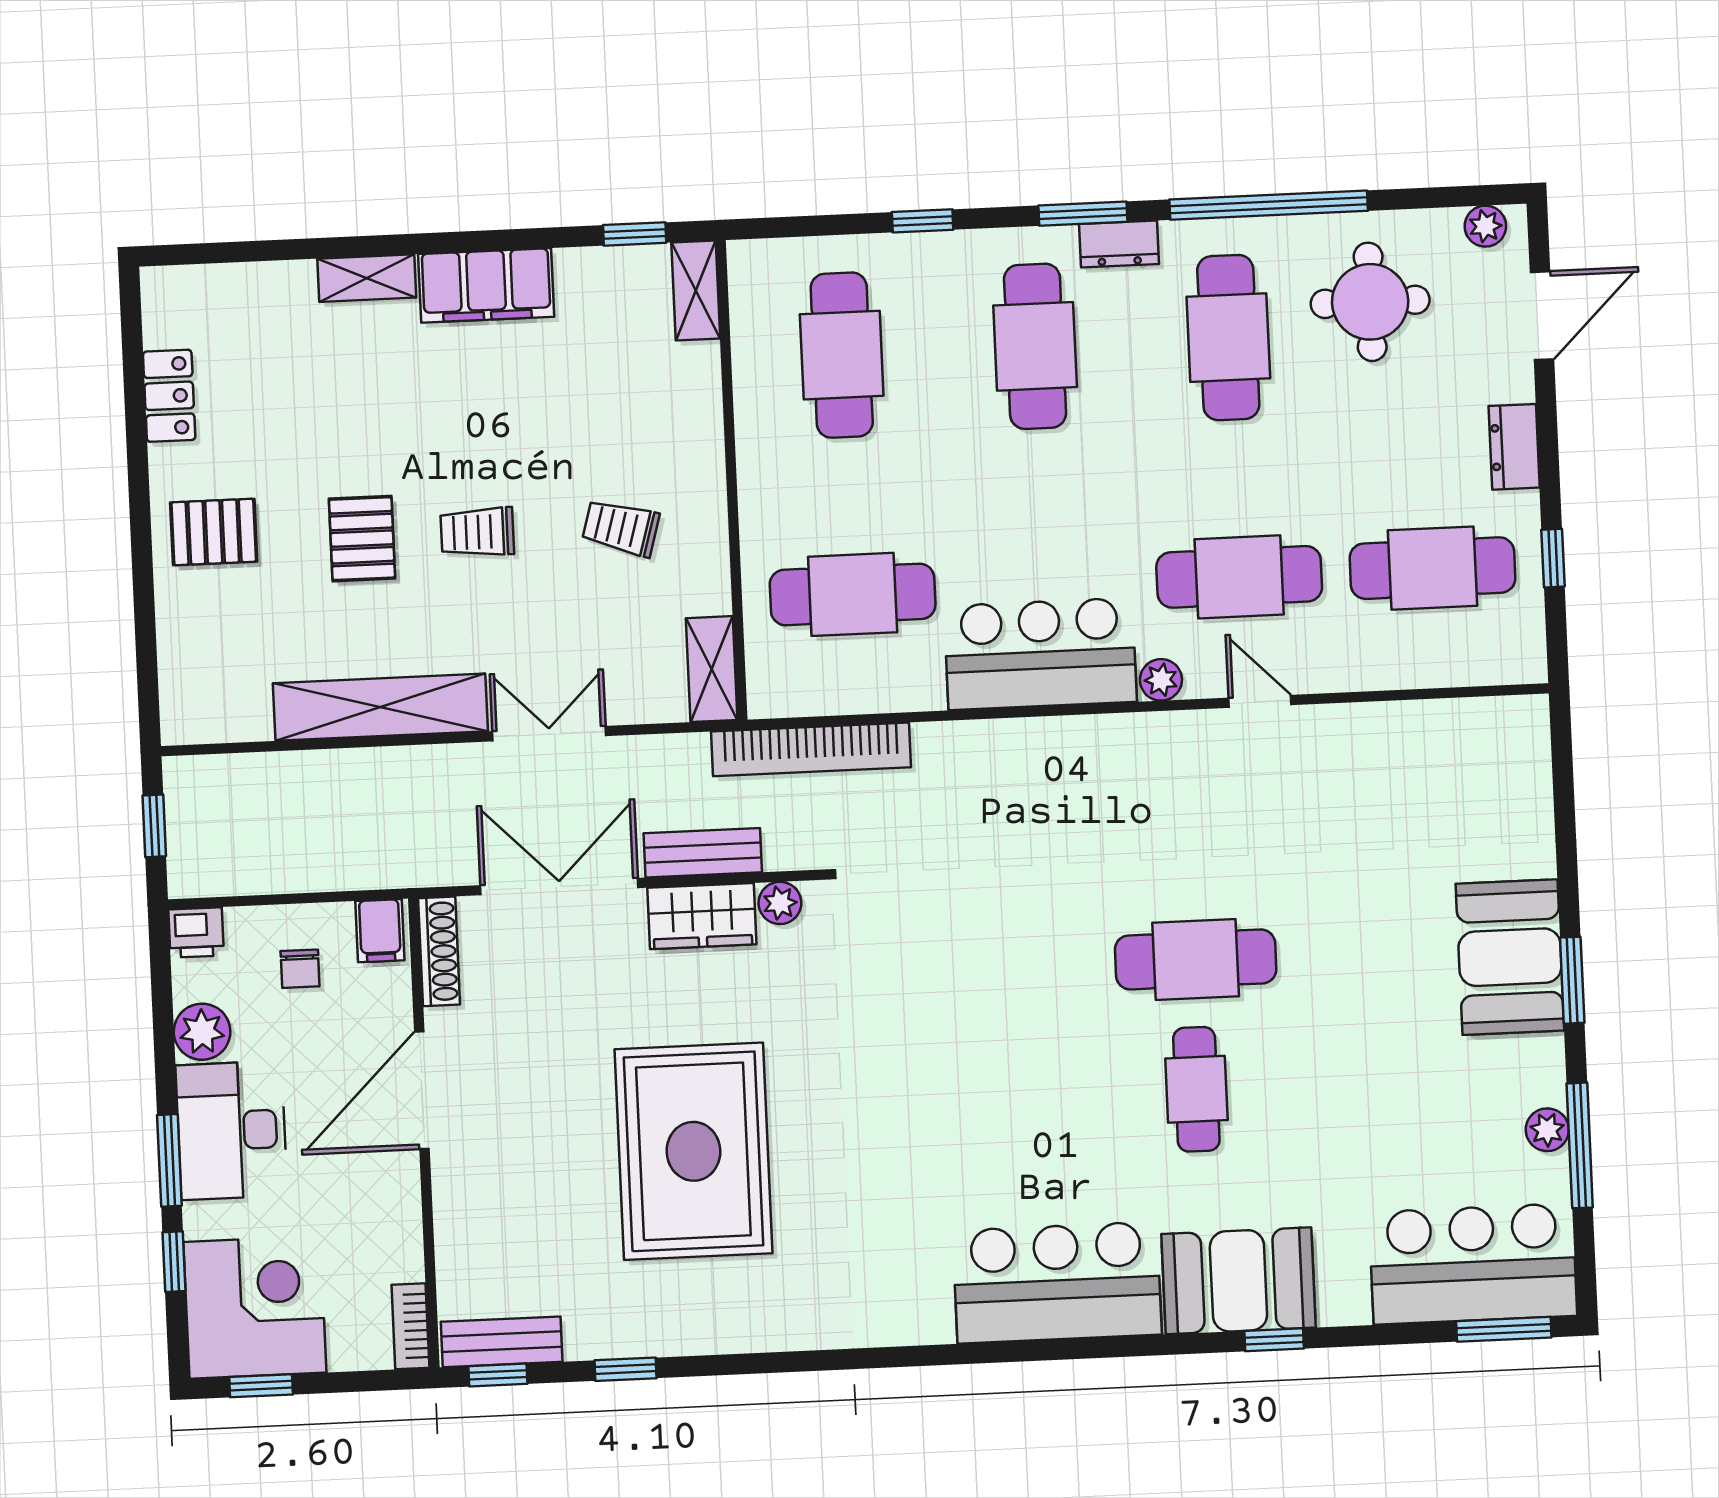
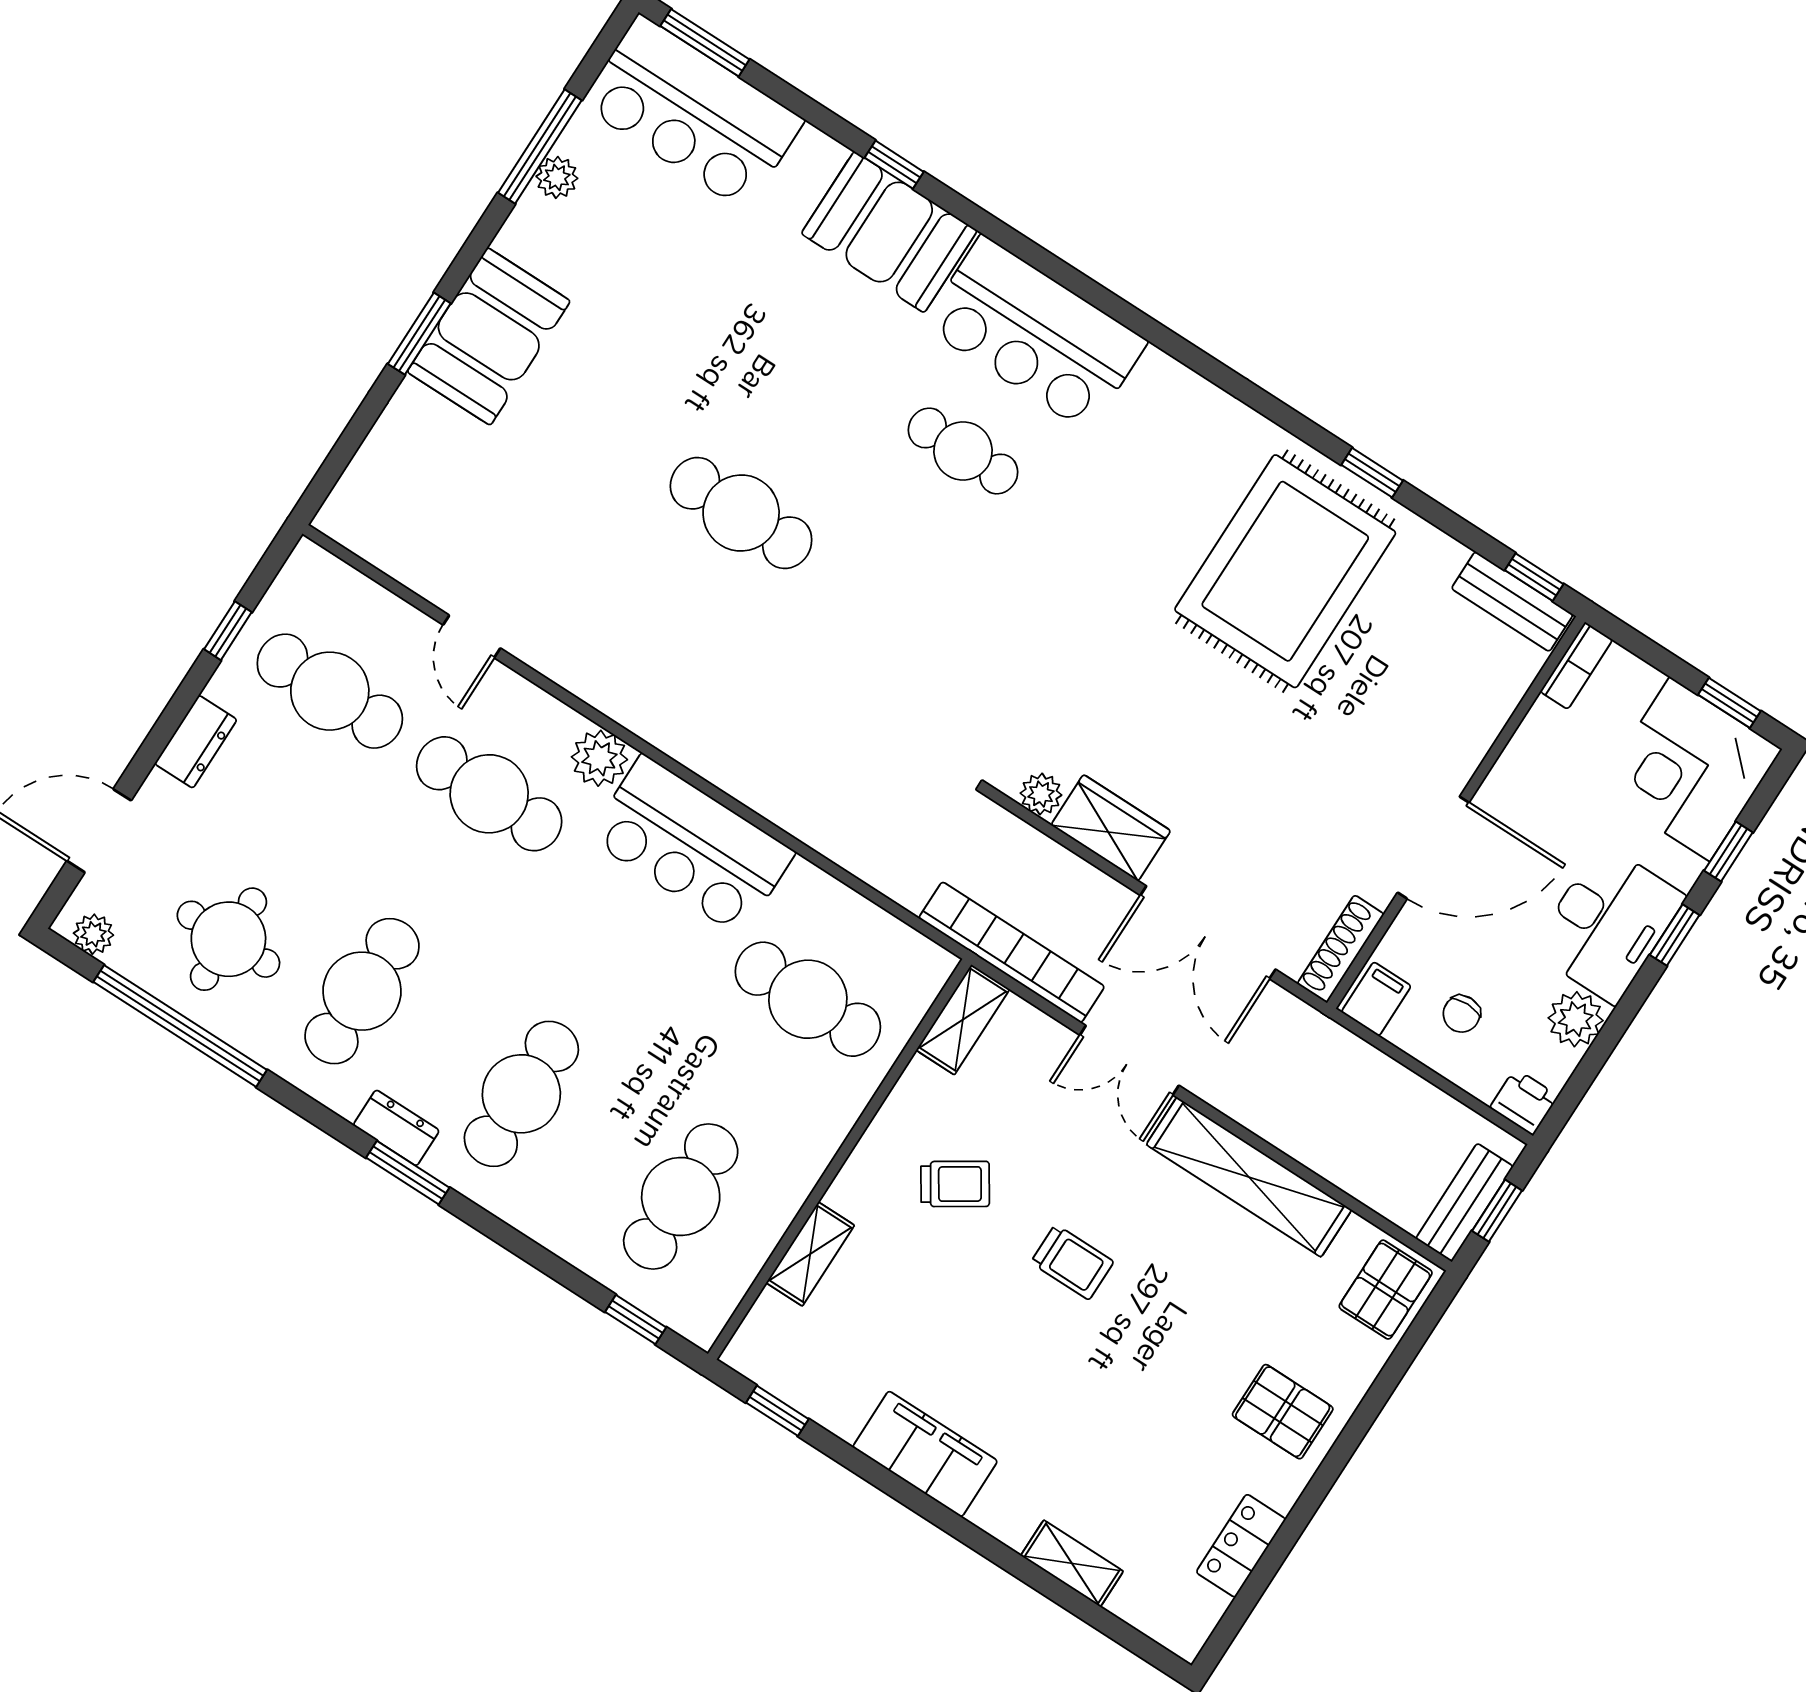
window: (1269, 205) -> (180, 1026), moved
window: (923, 221) -> (636, 1320), moved
shelving: (367, 278) -> (1072, 1563), moved
shelving: (696, 291) -> (810, 1254), moved
trolley: (621, 528) -> (955, 1184), turned -49
pallet: (362, 539) -> (1386, 1290), moved
plant: (1161, 680) -> (599, 758), width x1.38, depth x1.38
door: (1260, 701) -> (472, 636), moved
bookcase: (811, 749) -> (1012, 952), moved
bench: (703, 853) -> (1464, 1202), moved, turned 90
chair: (300, 969) -> (1462, 1014), turned 180
window: (1572, 980) -> (419, 334), moved
cafe table: (1196, 1089) -> (963, 451), moved, turned 90
rug: (693, 1151) -> (1285, 571), moved
window: (169, 1160) -> (1675, 935), width x0.67
window: (625, 1369) -> (1372, 473), moved

